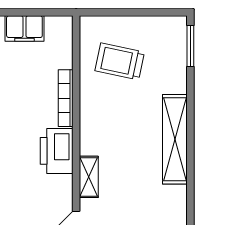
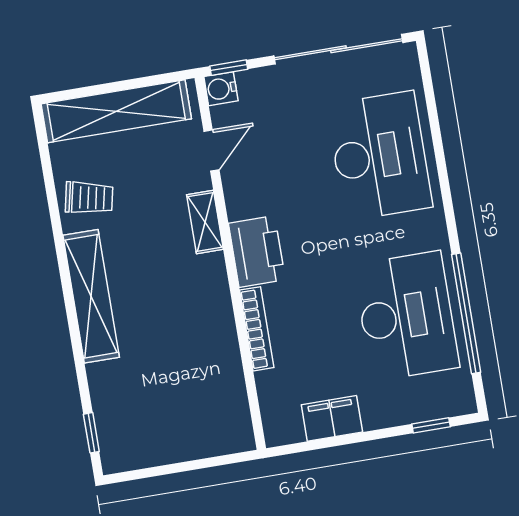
window: (190, 46) -> (91, 433), width x0.67
trolley: (120, 61) -> (89, 198), moved, width x0.73, depth x0.72

